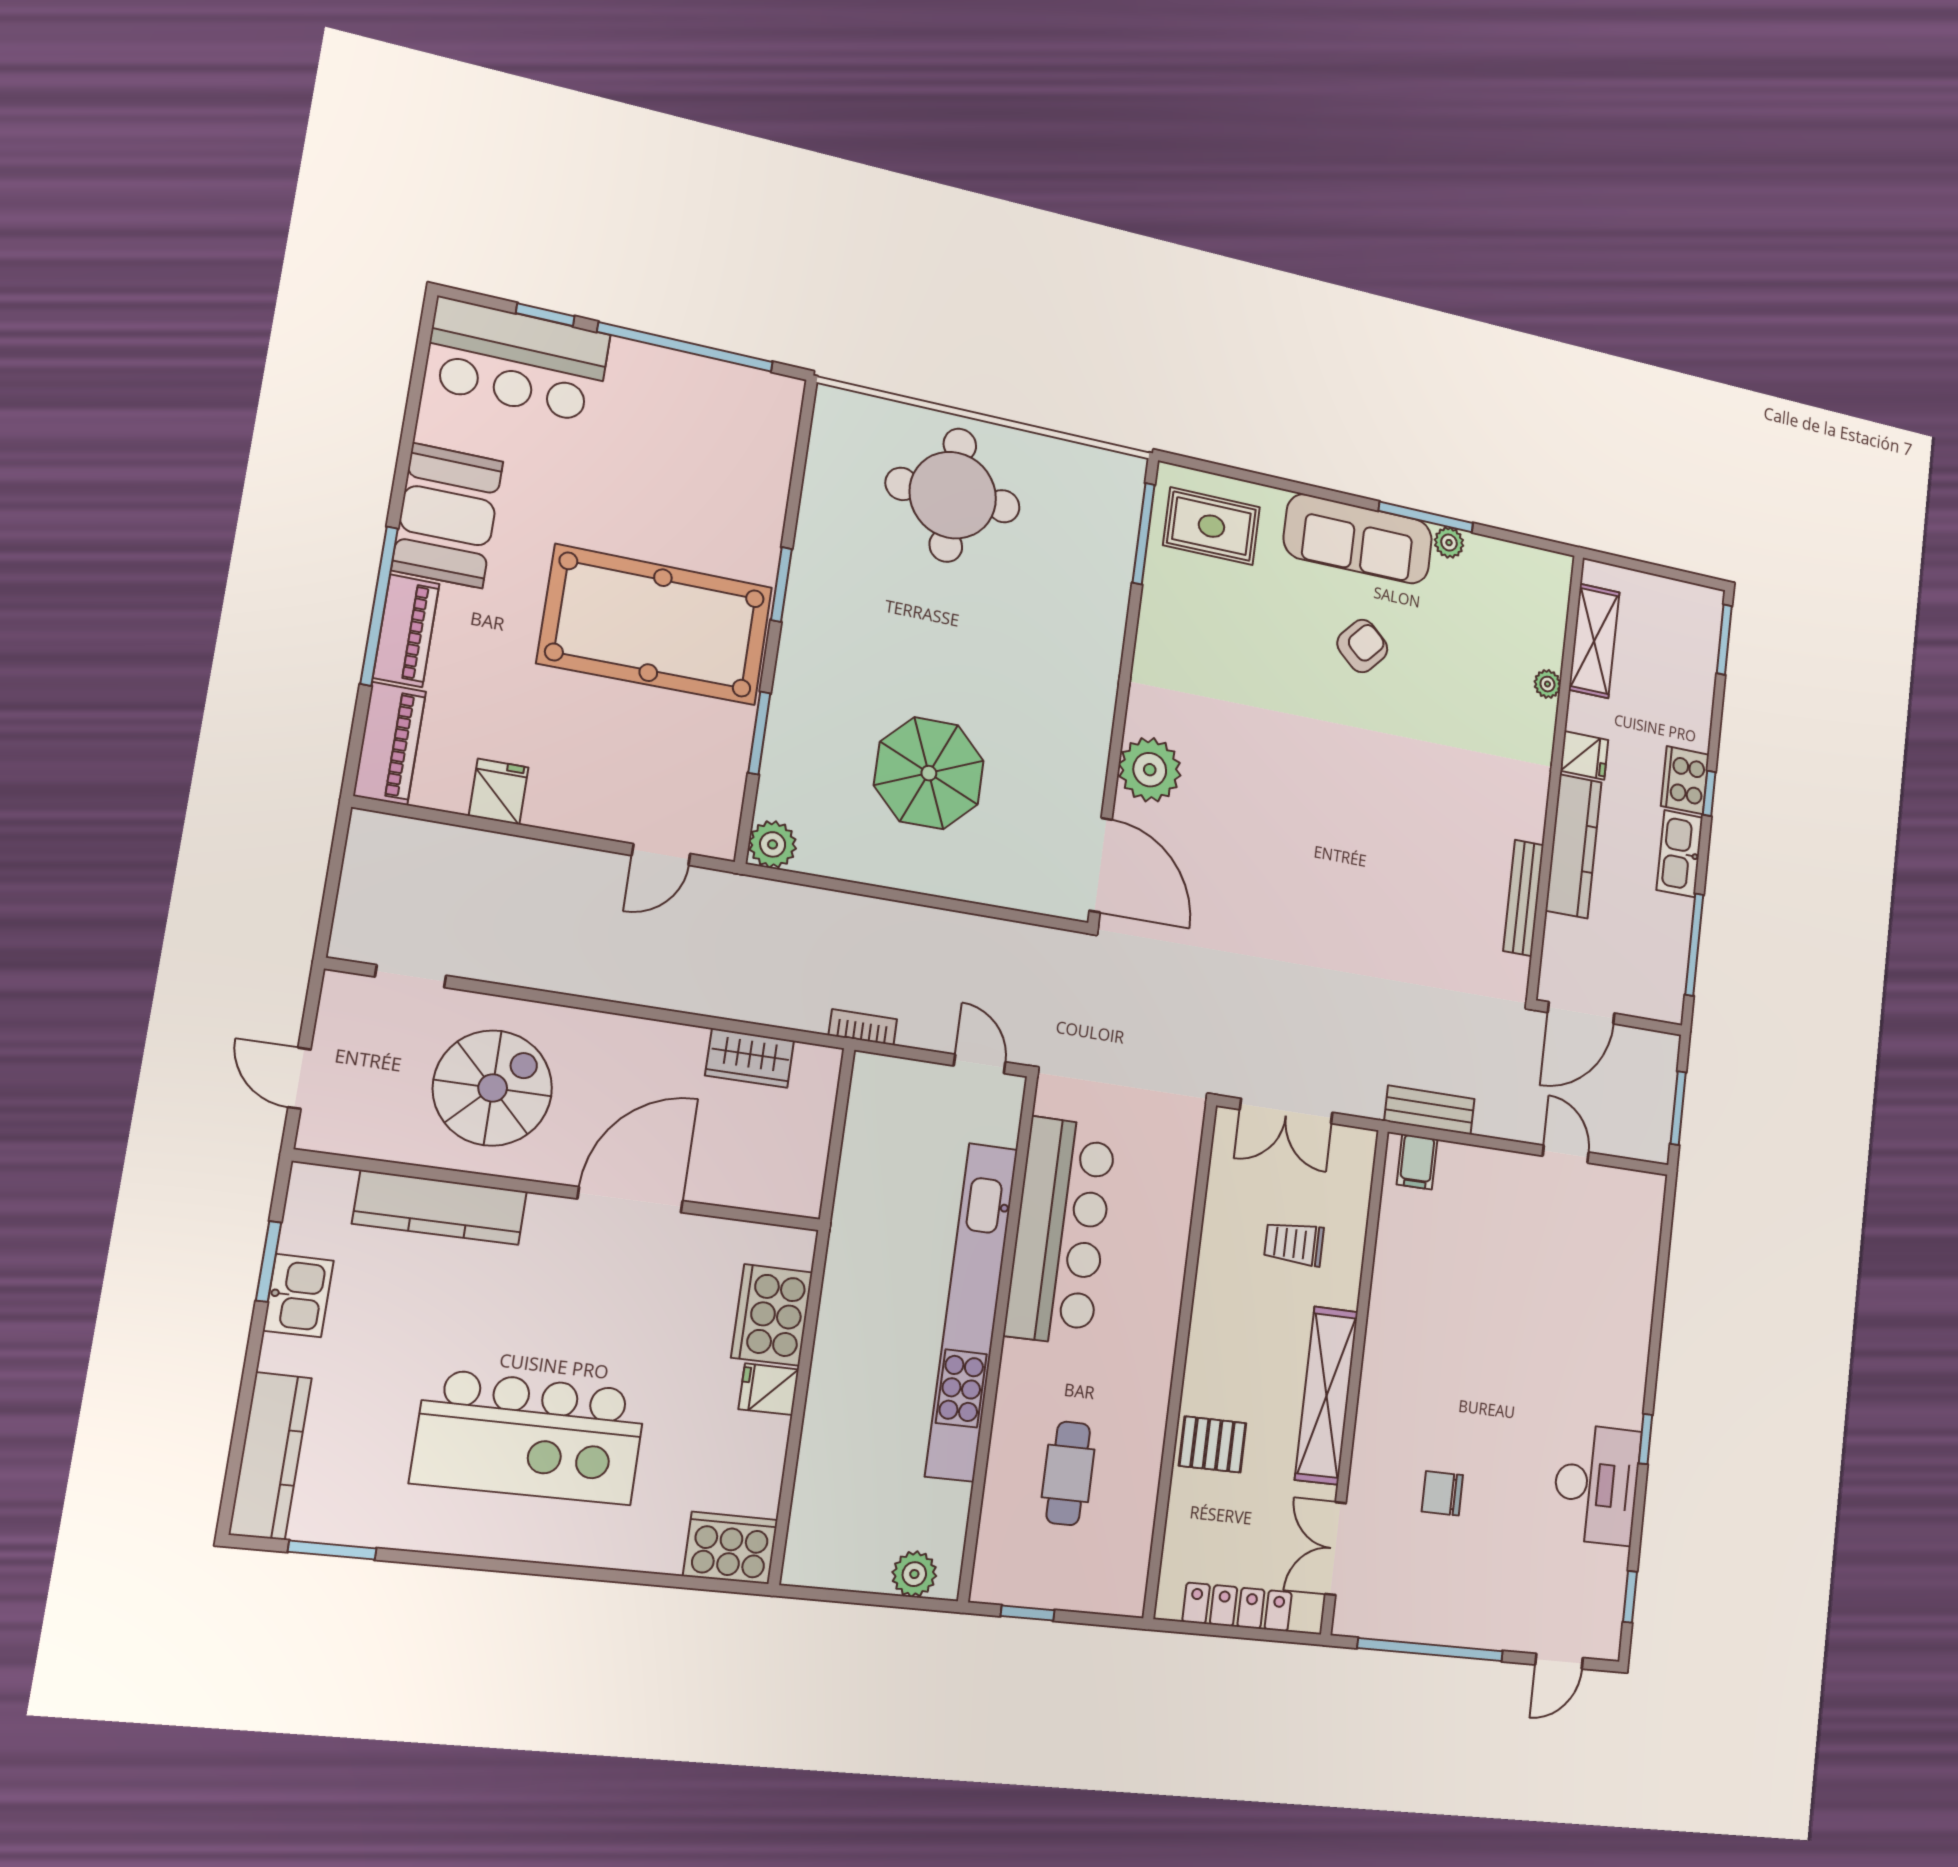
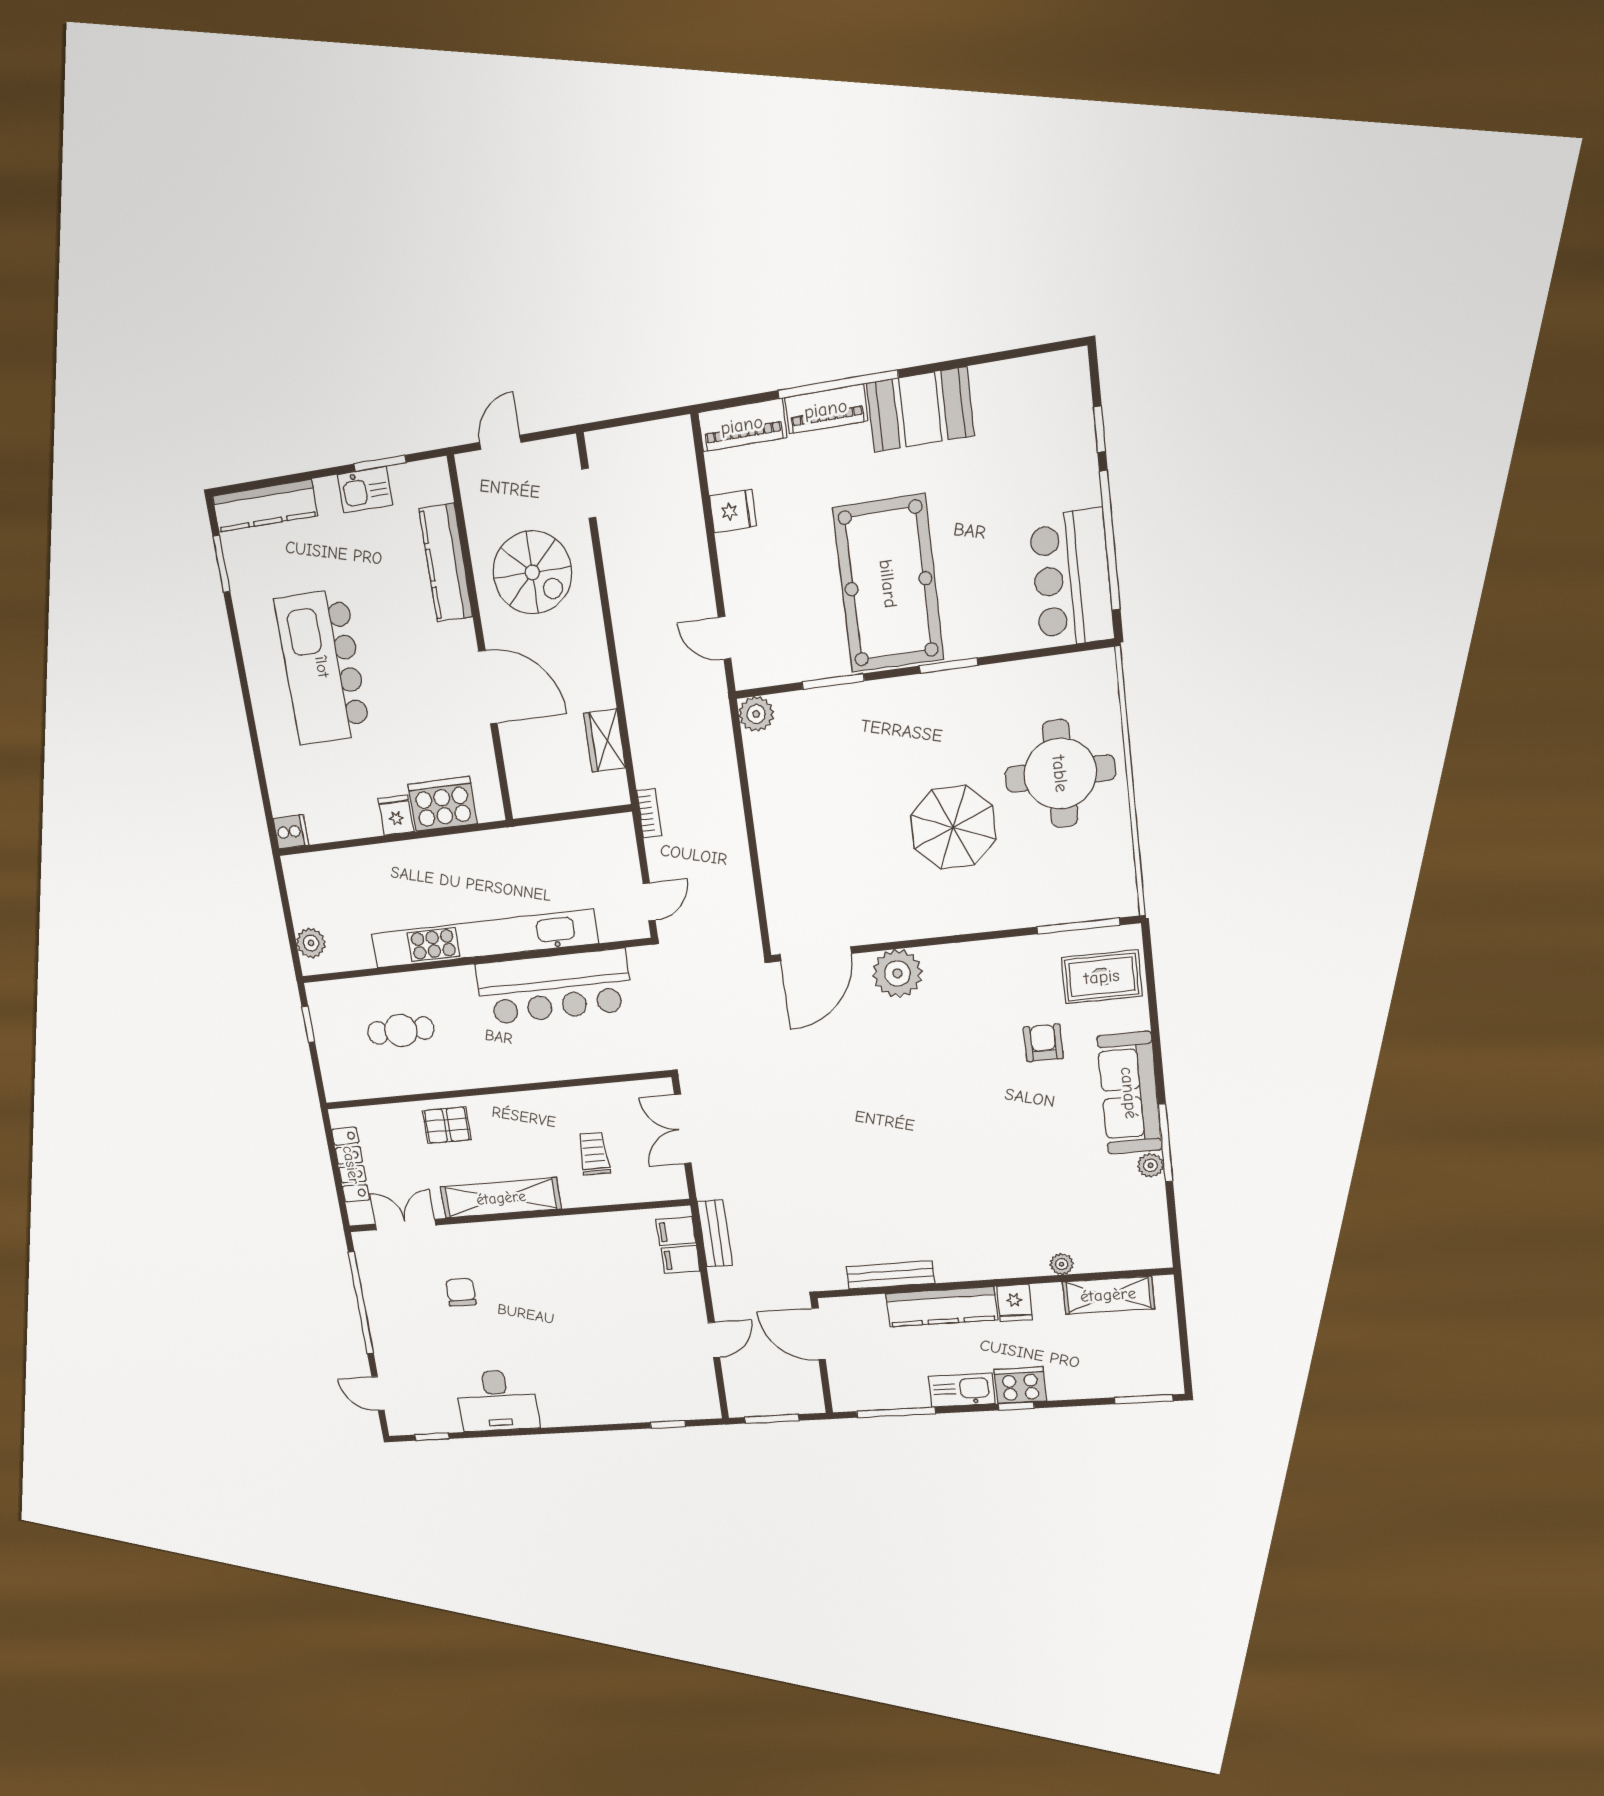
bar counter: (517, 360) -> (1072, 578), moved
rug: (1212, 526) -> (1102, 977), turned 90
armchair: (1362, 646) -> (1043, 1043), moved, turned -132
parasol: (929, 773) -> (953, 827), moved
filing cabinet: (1454, 1167) -> (681, 1259), added
window: (1646, 1439) -> (668, 1424), moved
pallet: (1213, 1444) -> (447, 1125), turned 90
cooker: (730, 1548) -> (291, 832), width x0.53, depth x0.76

